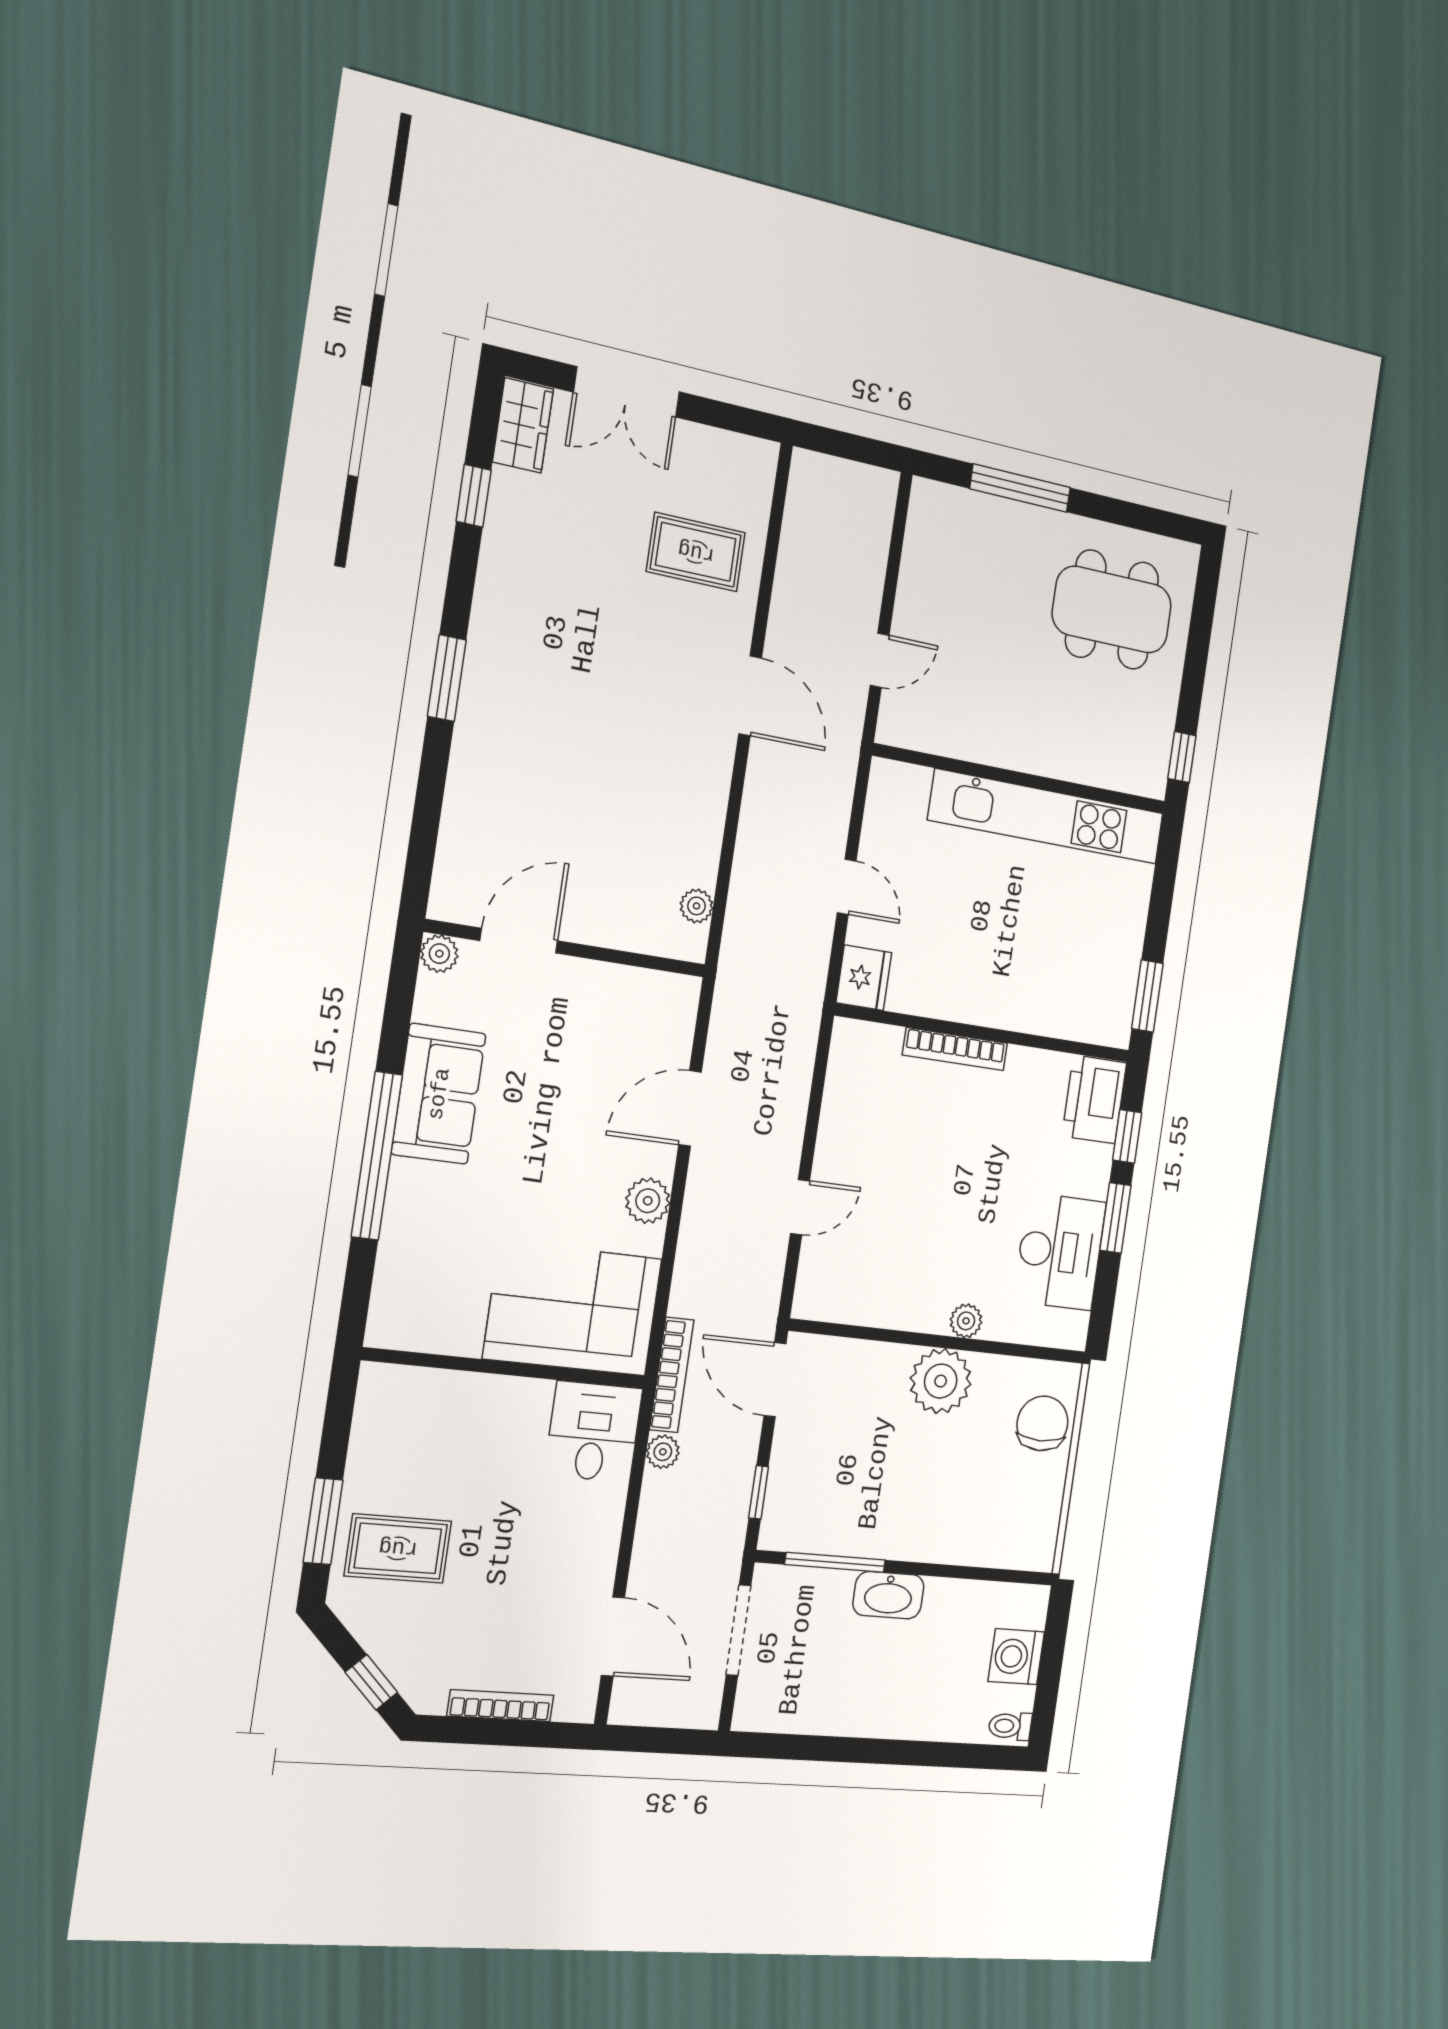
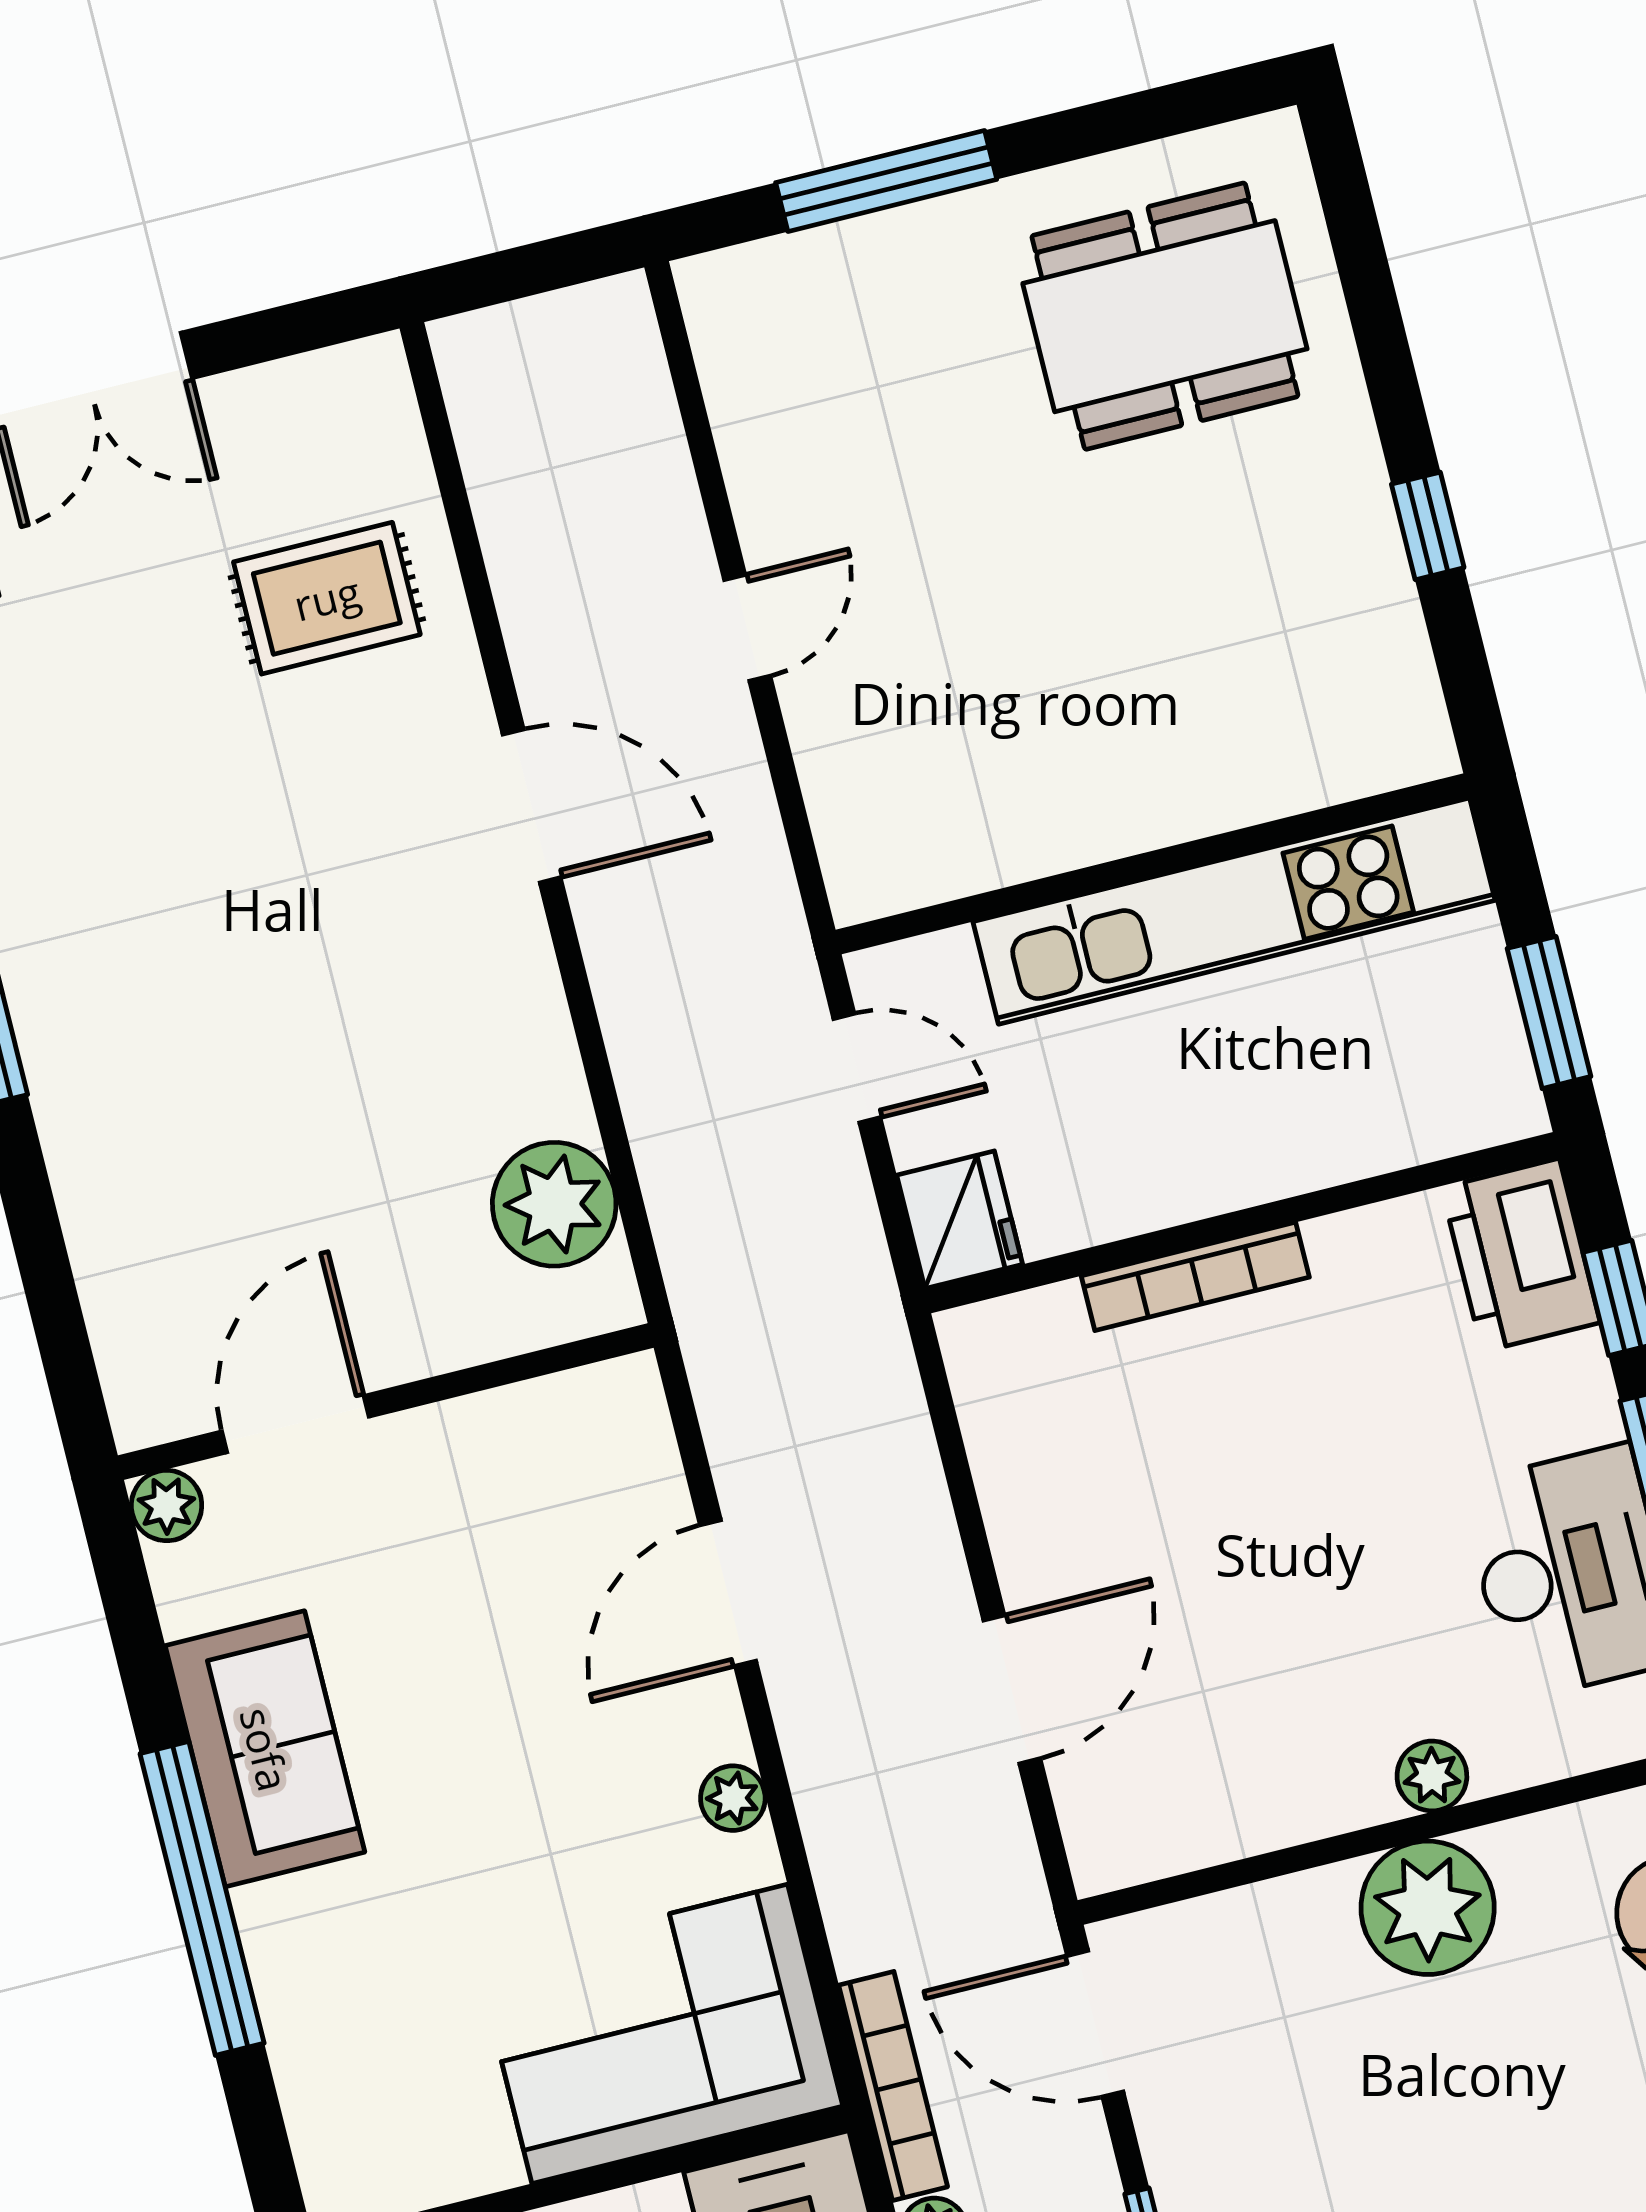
wall: (1021, 779) -> (1153, 864), moved
kitchen unit: (1047, 817) -> (1234, 911), moved
plant: (697, 906) -> (554, 1204), width x1.87, depth x1.87
plant: (648, 1201) -> (733, 1798), width x0.73, depth x0.73
door: (800, 1207) -> (1012, 1689), width x1.38

